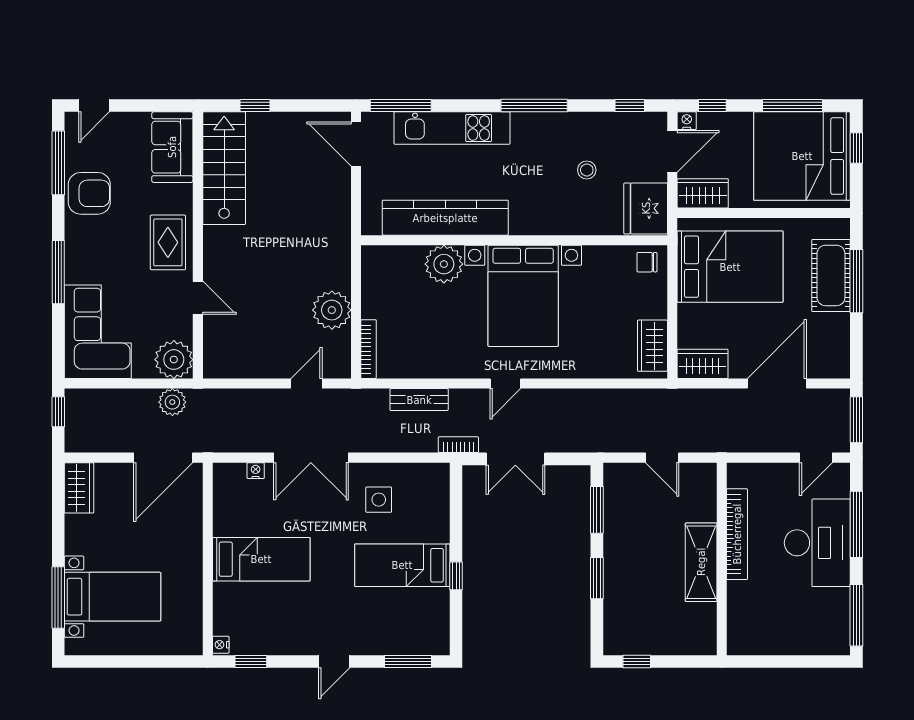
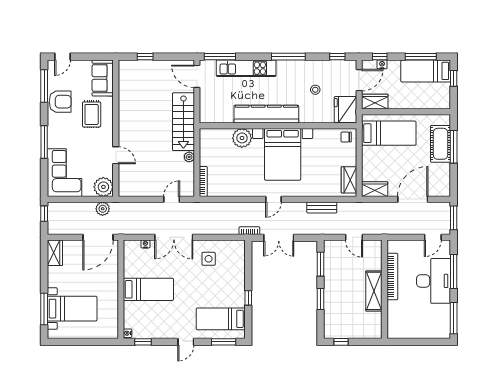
nightstand: (687, 121) -> (382, 64), moved
bed: (802, 156) -> (426, 71), width x0.49
stairs: (224, 168) -> (183, 122), moved, turned 180
kitchen counter: (445, 218) -> (266, 114), moved
rug: (168, 242) -> (92, 114), moved
bed: (730, 267) -> (389, 133), width x0.67
plant: (332, 310) -> (189, 157), width x0.53, depth x0.53
bench: (419, 400) -> (322, 207), moved
bed: (402, 565) -> (221, 319), moved

